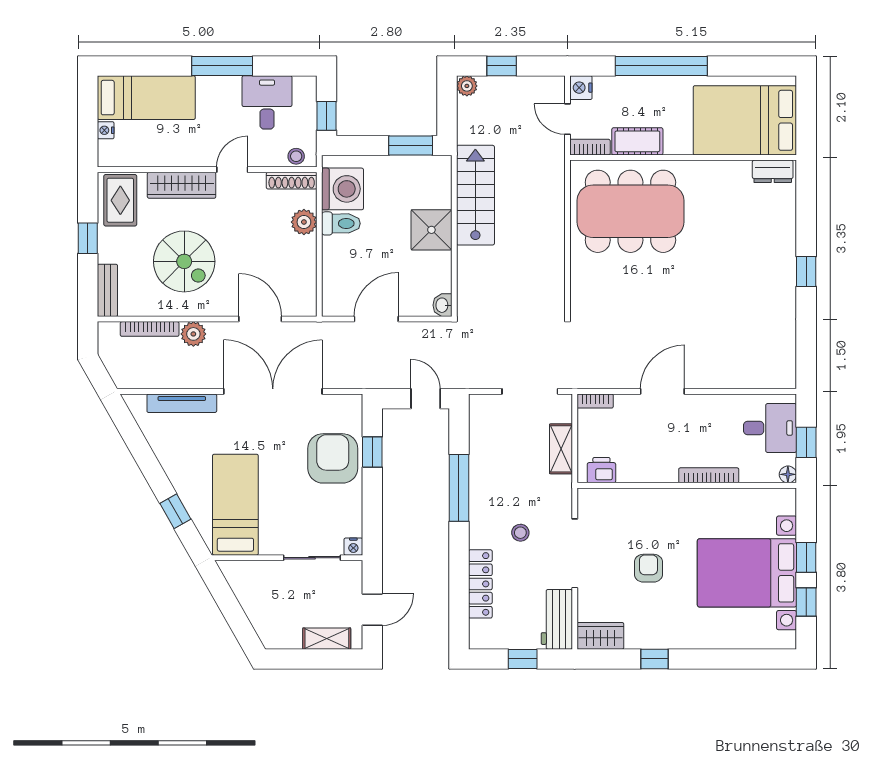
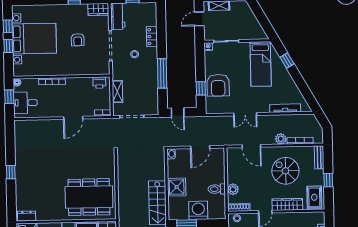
washing machine: (342, 189) -> (198, 210), moved, turned 90
double door: (273, 391) -> (245, 114), width x0.54
locker: (480, 584) -> (152, 37), width x0.66

